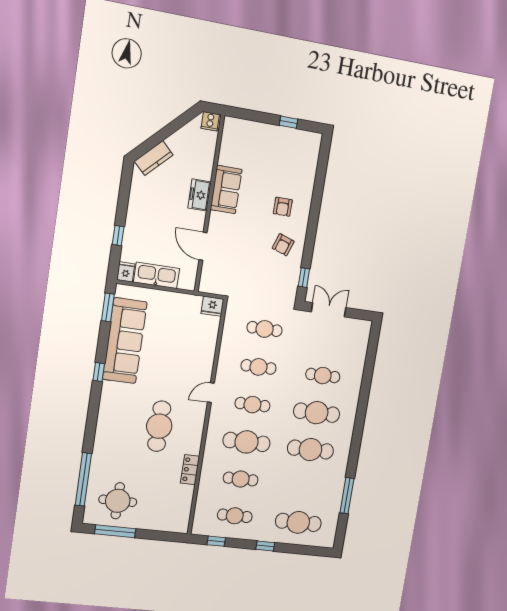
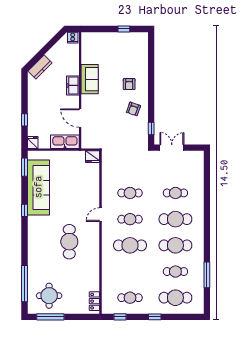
kitchen sink: (157, 275) -> (65, 142), moved
cafe table: (265, 329) -> (130, 167), removed
locker: (190, 470) -> (94, 301), moved
cafe table: (241, 479) -> (175, 272), moved

